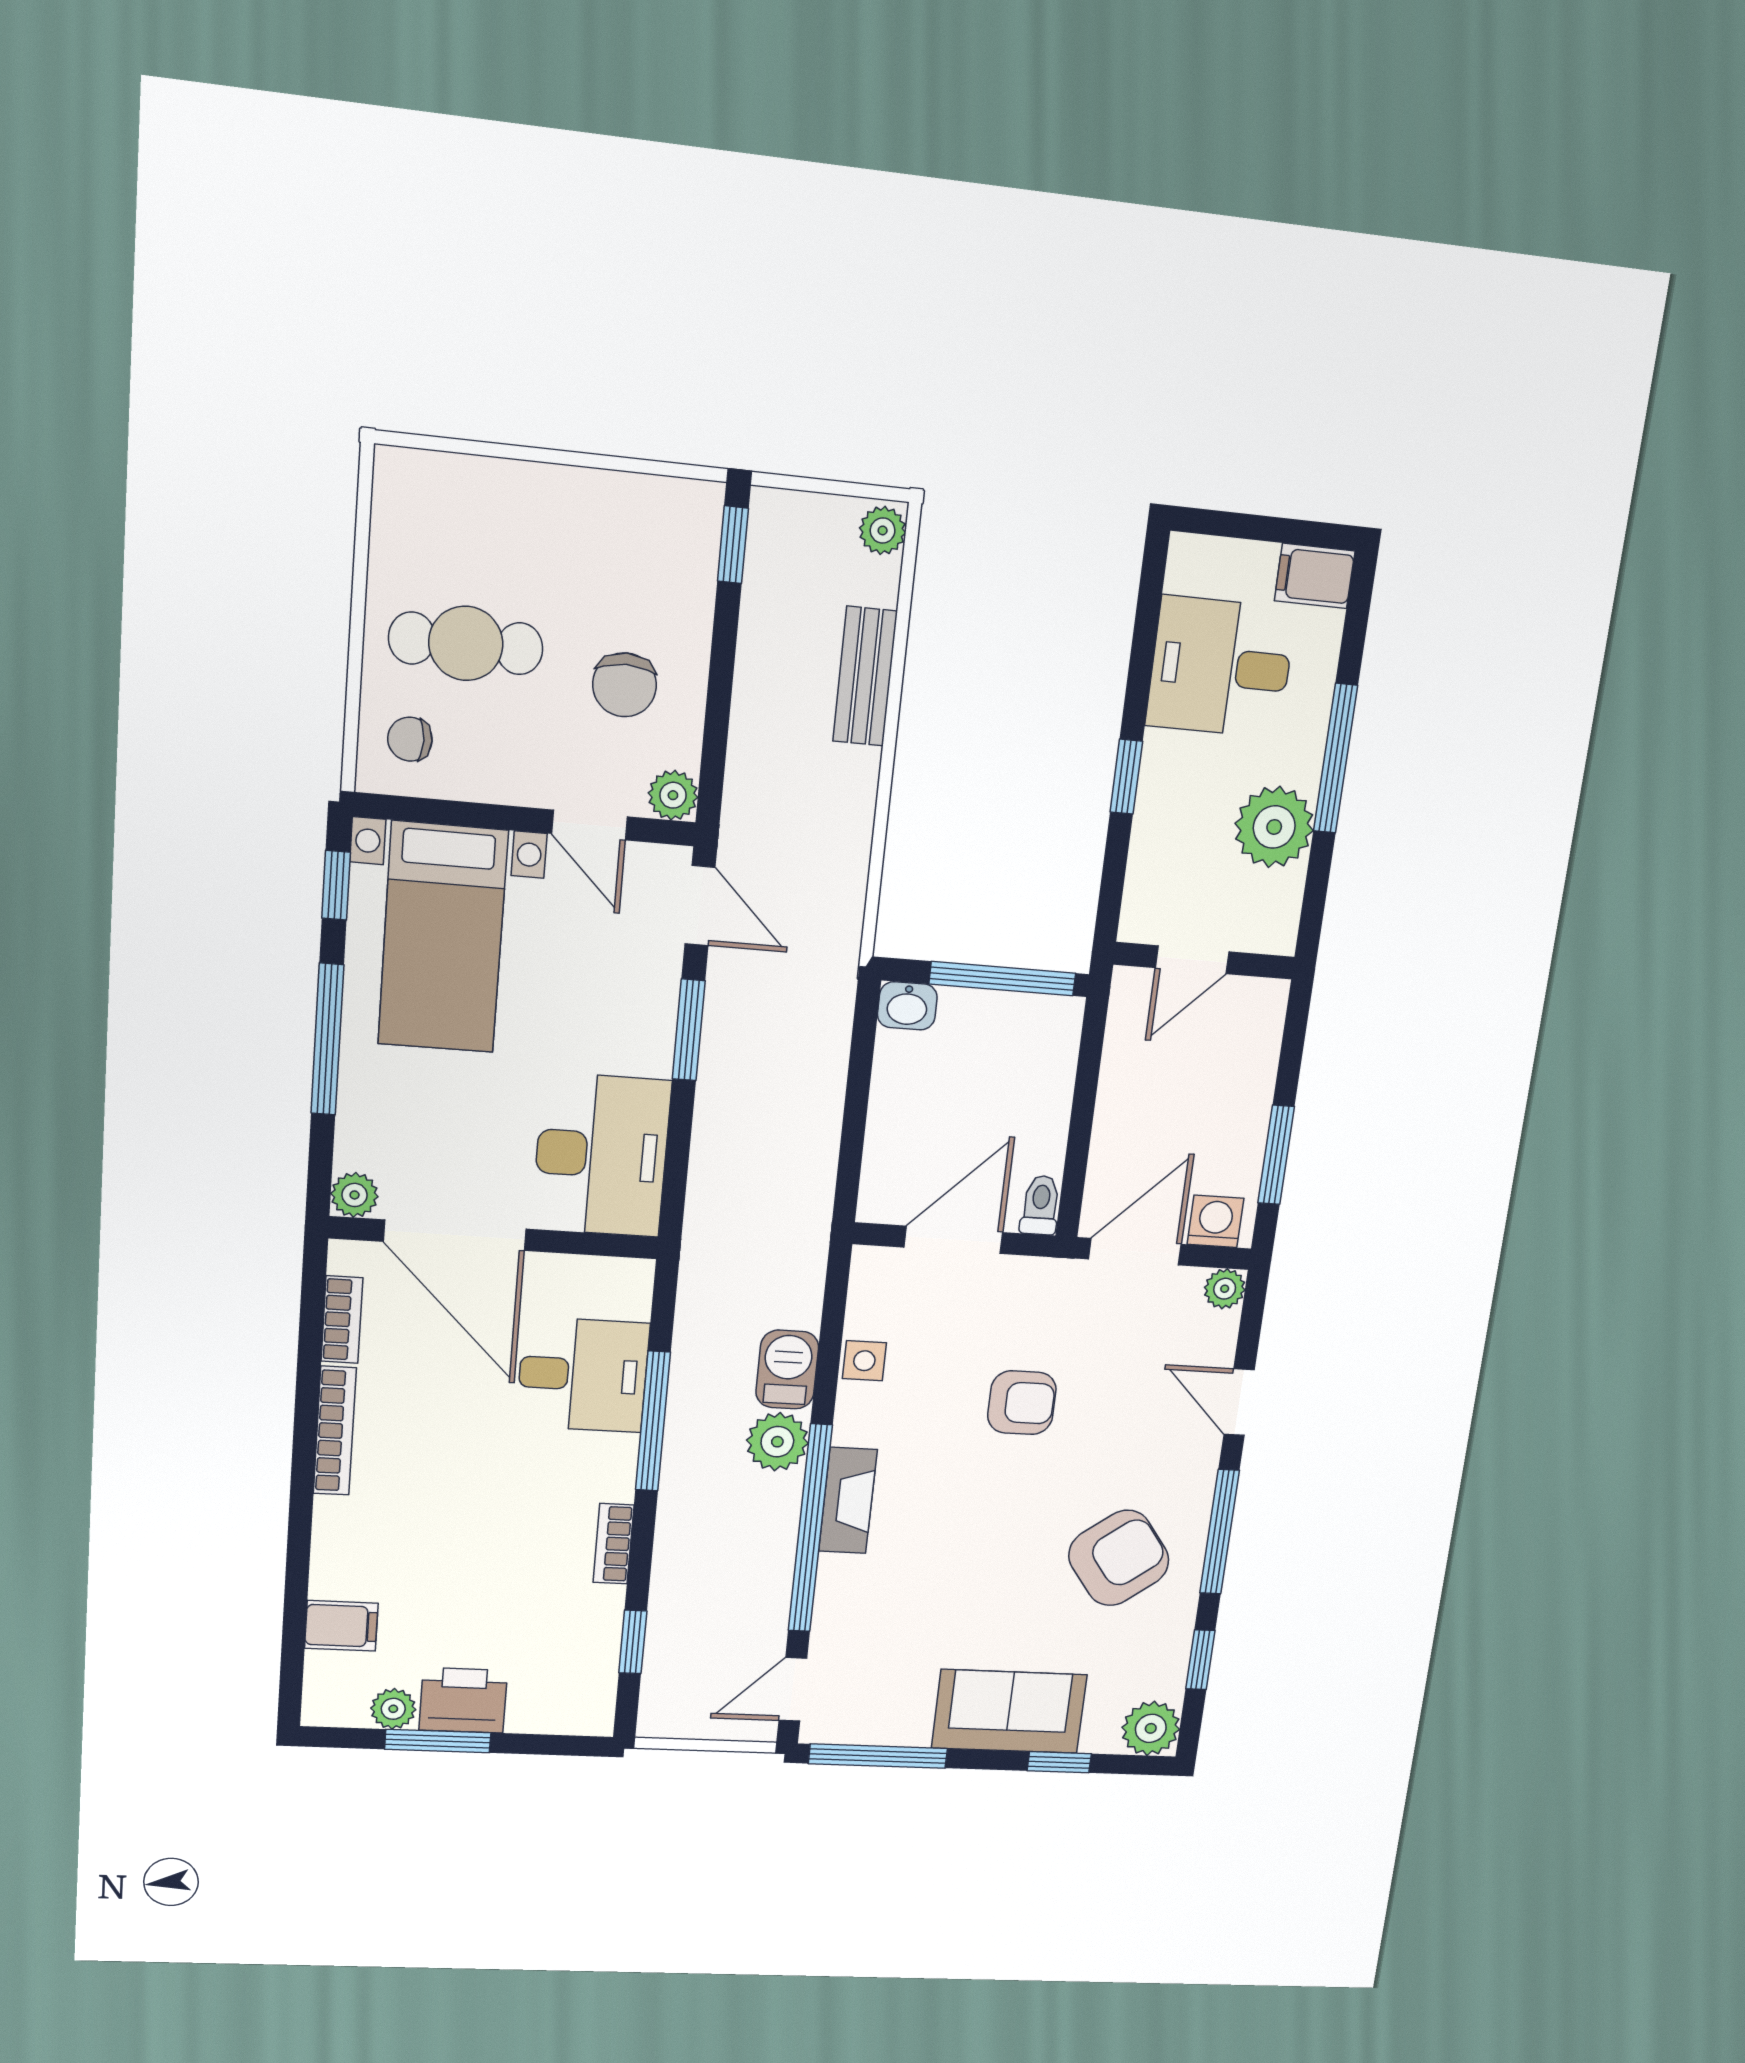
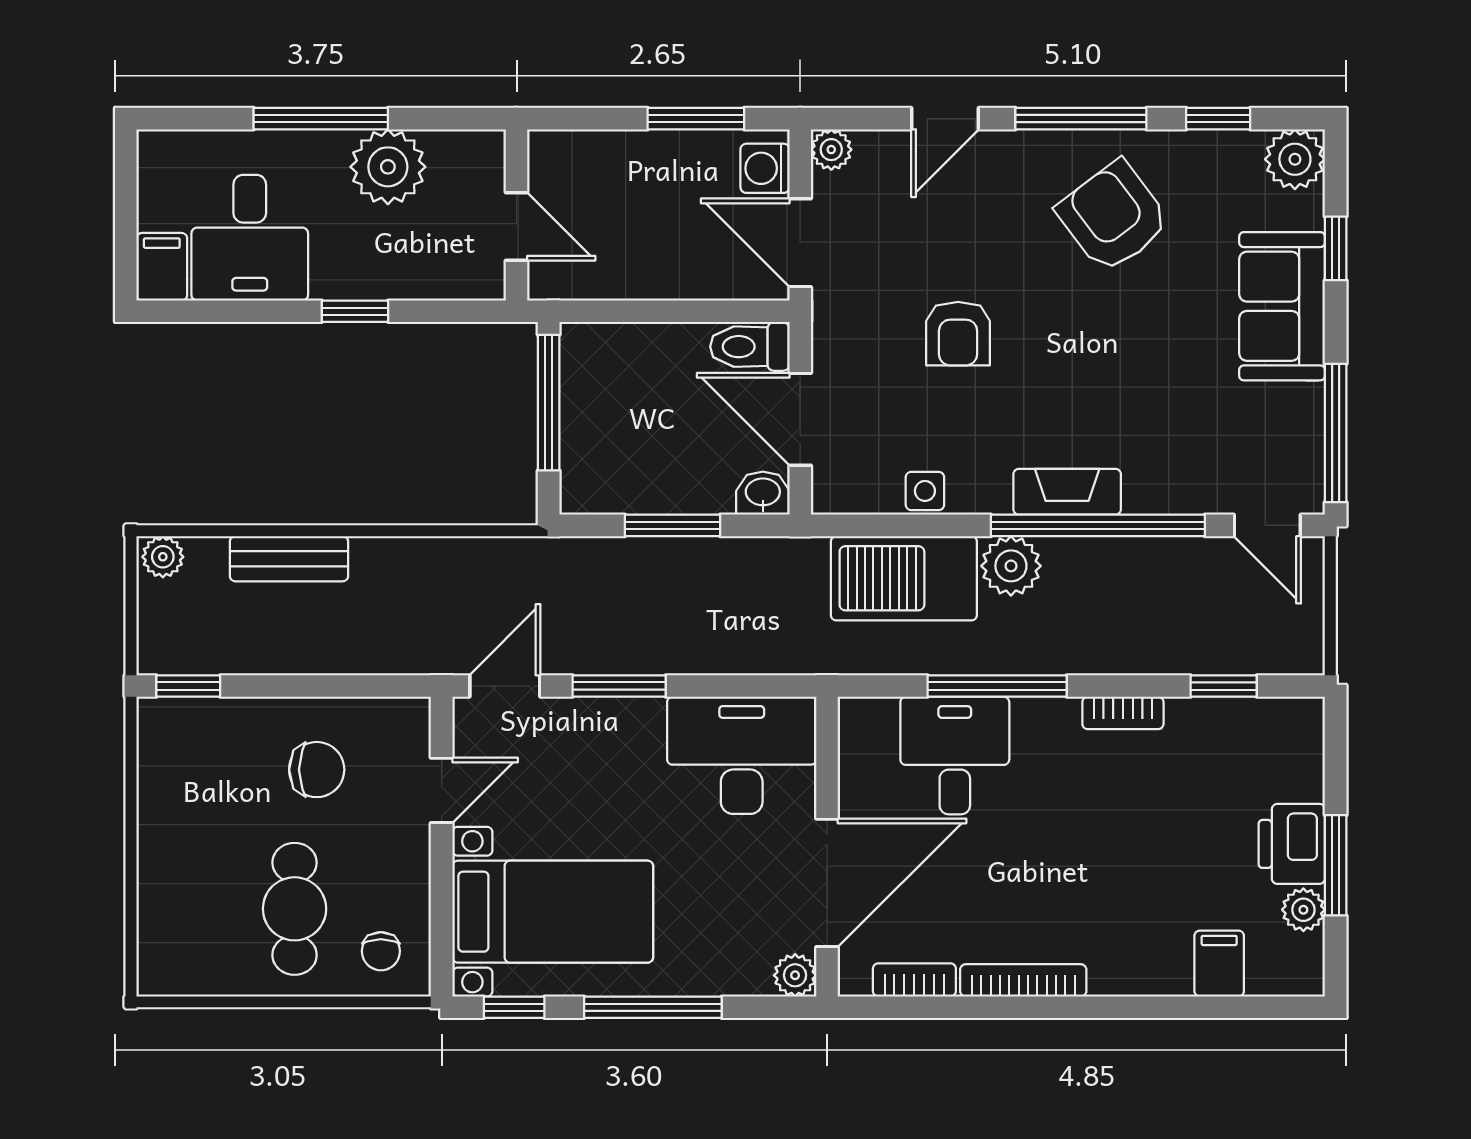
filing cabinet: (1315, 576) -> (162, 267), moved, turned 180
plant: (673, 795) -> (409, 719), removed
washbasin: (907, 1006) -> (763, 493), moved, turned -90
window: (857, 1100) -> (672, 525), added
toilet: (1040, 1205) -> (750, 347), width x1.37, depth x1.39
barbecue: (787, 1370) -> (904, 578), width x1.88, depth x1.53
armchair: (1022, 1403) -> (958, 334), turned 180

